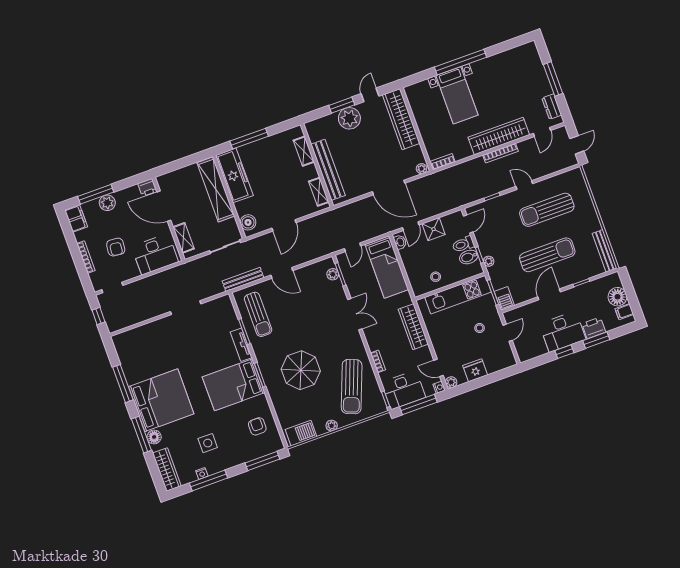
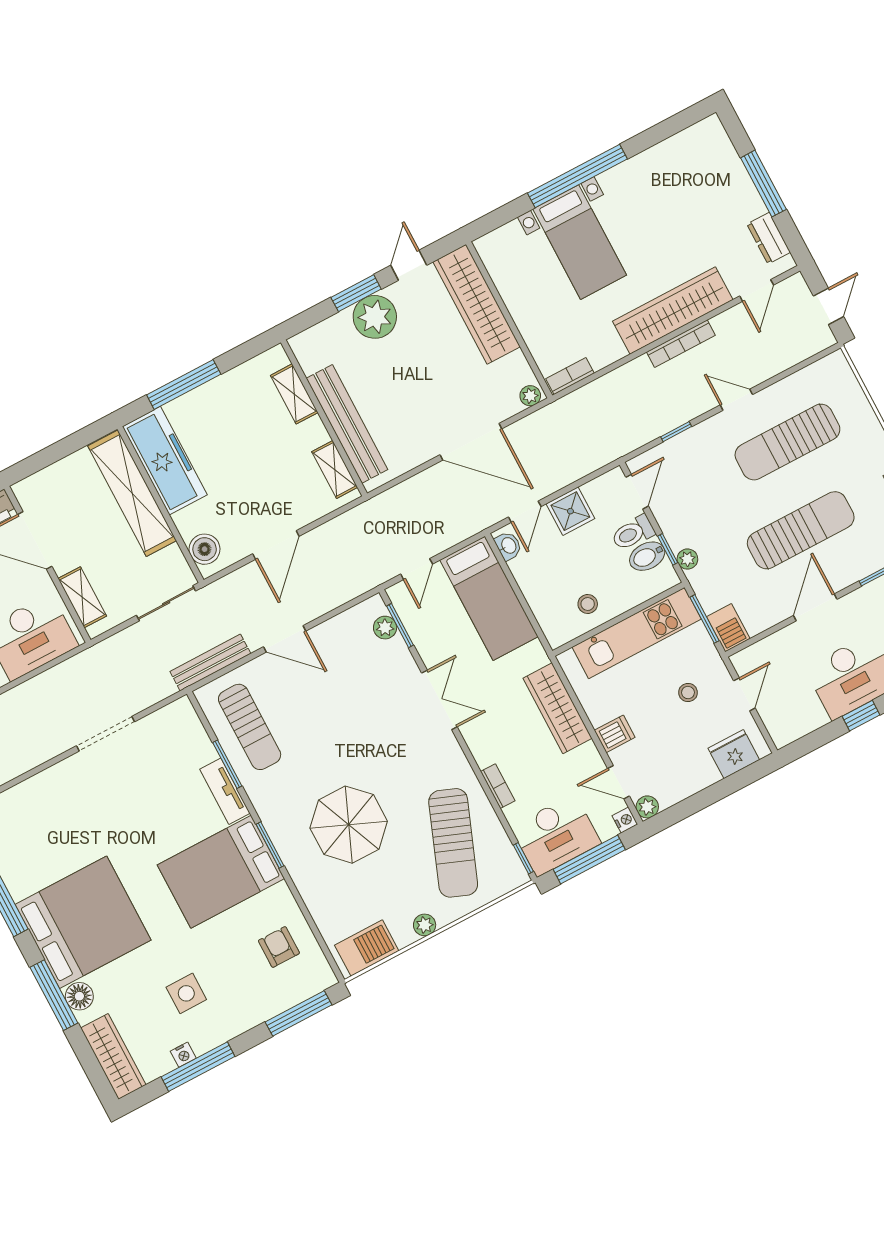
dishwasher: (440, 343) -> (615, 734), added
fridge: (475, 370) -> (734, 754), moved

